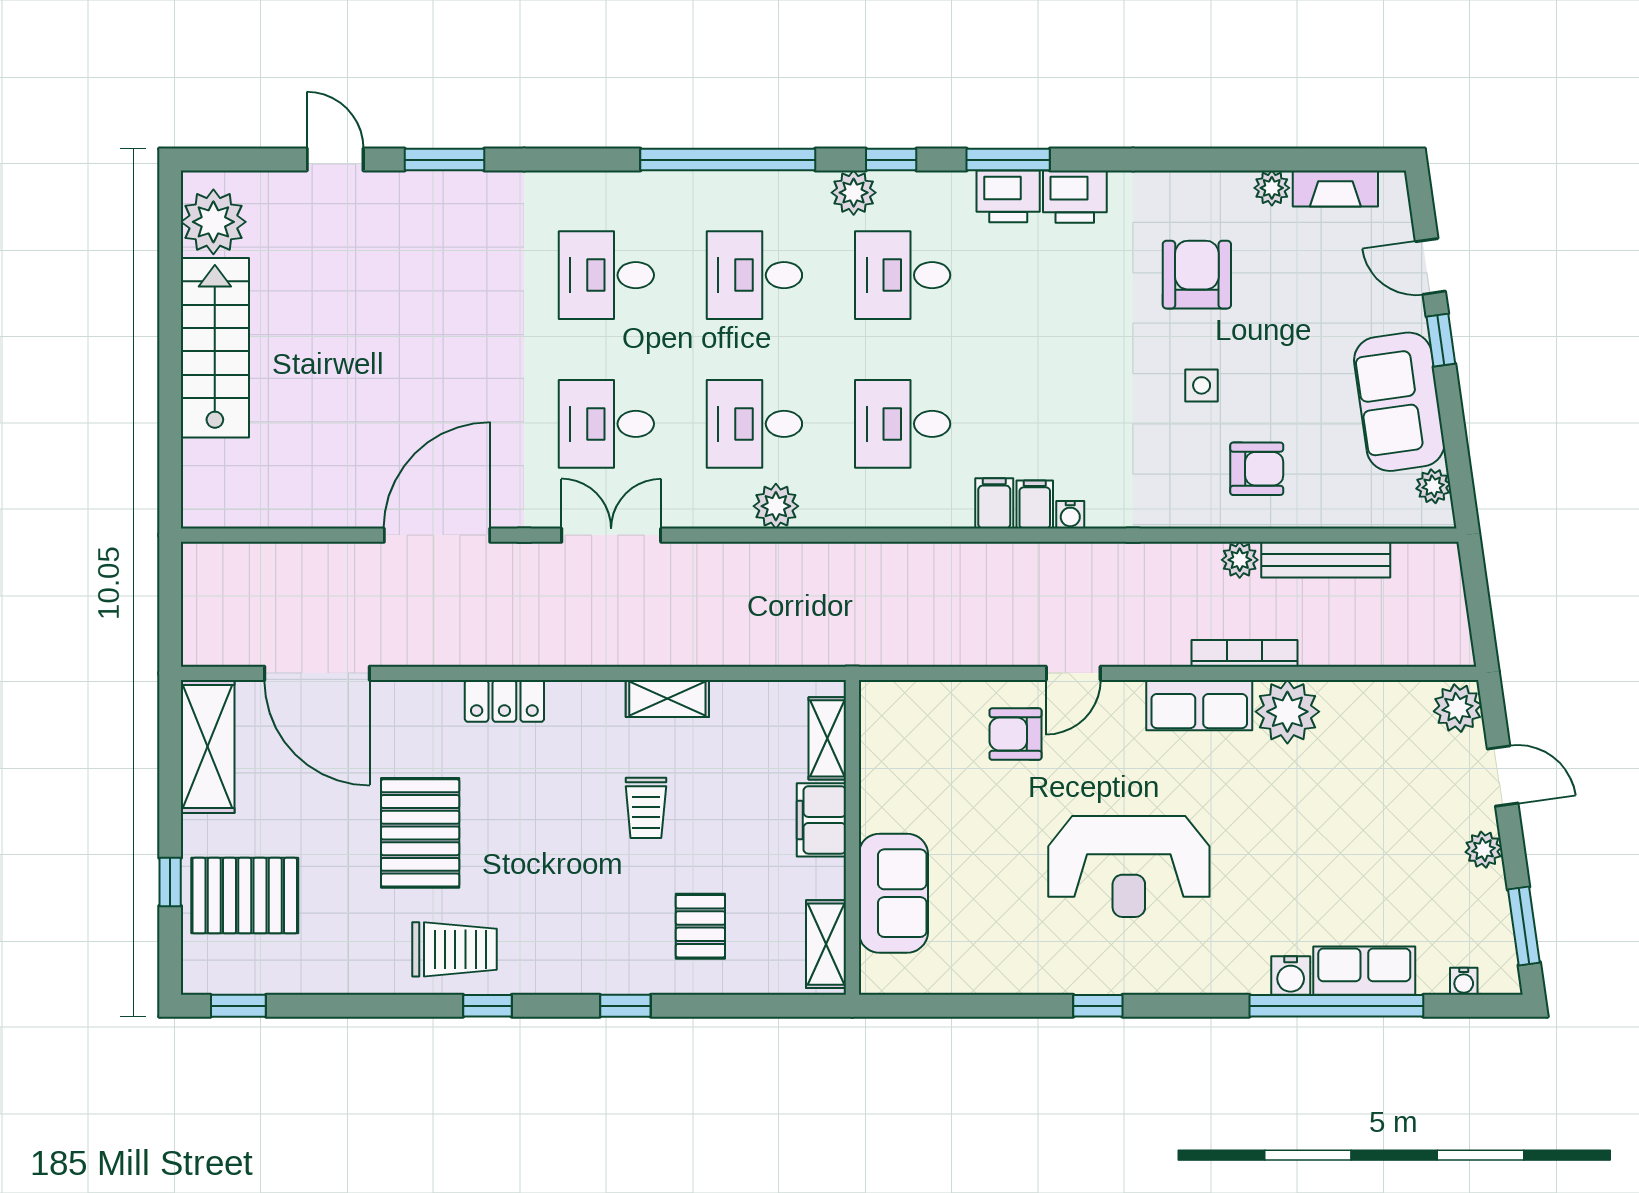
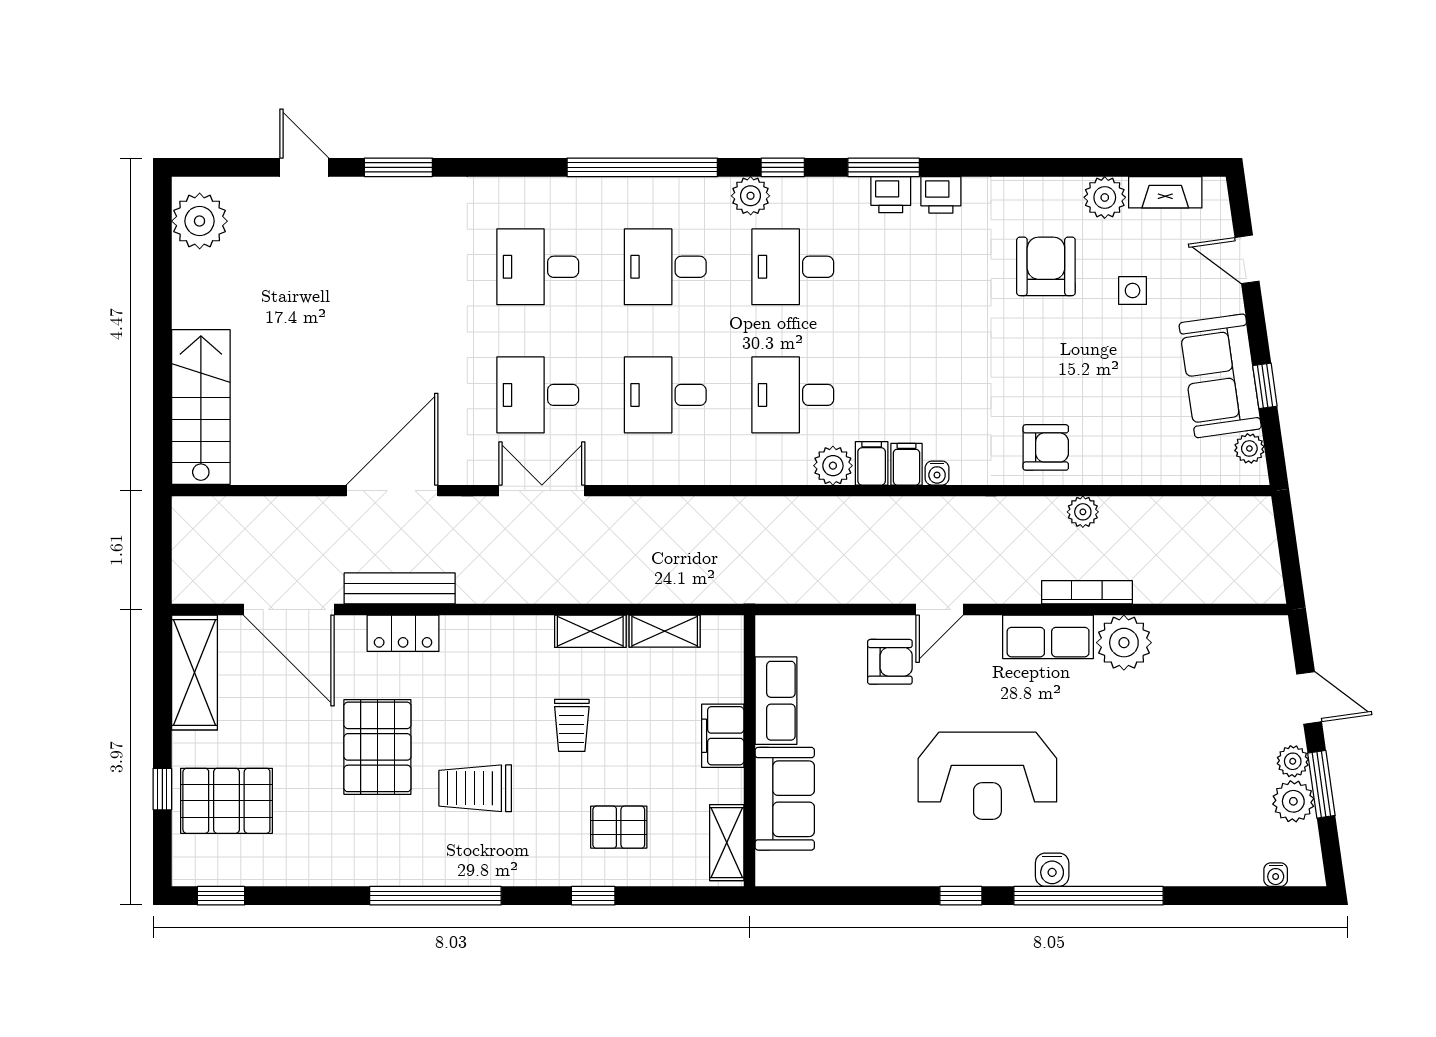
plant: (1272, 188) -> (1105, 197), width x1.38, depth x1.38
printer: (1008, 196) -> (891, 195), width x0.73, depth x0.81
printer: (1075, 197) -> (941, 195), width x0.73, depth x0.81
window: (1441, 340) -> (1265, 386), moved
stairs: (215, 348) -> (201, 407), moved
side table: (1202, 385) -> (1133, 291), moved
armchair: (1257, 469) -> (1046, 447), moved
plant: (776, 506) -> (833, 466), moved
bench: (1326, 560) -> (400, 588), moved
locker: (504, 701) -> (403, 633), moved
plant: (1458, 708) -> (1293, 801), moved
armchair: (1016, 734) -> (890, 662), turned 180
shelving: (827, 738) -> (665, 631), moved, turned 90
pallet: (700, 926) -> (619, 827), turned 90
window: (1524, 926) -> (1321, 784), moved
trolley: (455, 949) -> (475, 788), moved, turned 180
row of seats: (1364, 971) -> (776, 701), moved, turned 90
water cooler: (1291, 976) -> (1052, 870), moved
window: (487, 1006) -> (435, 896), width x3.17
window: (625, 1006) -> (593, 896), moved
window: (1336, 1006) -> (1089, 896), moved

